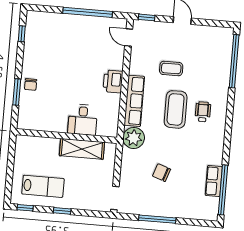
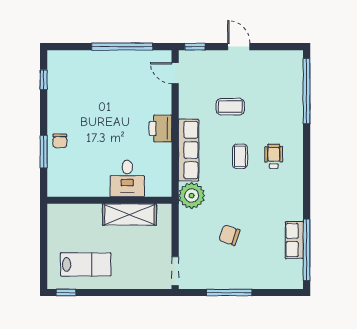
coffee table: (176, 109) -> (240, 156), width x0.54, depth x0.58
window: (62, 211) -> (112, 293), removed

